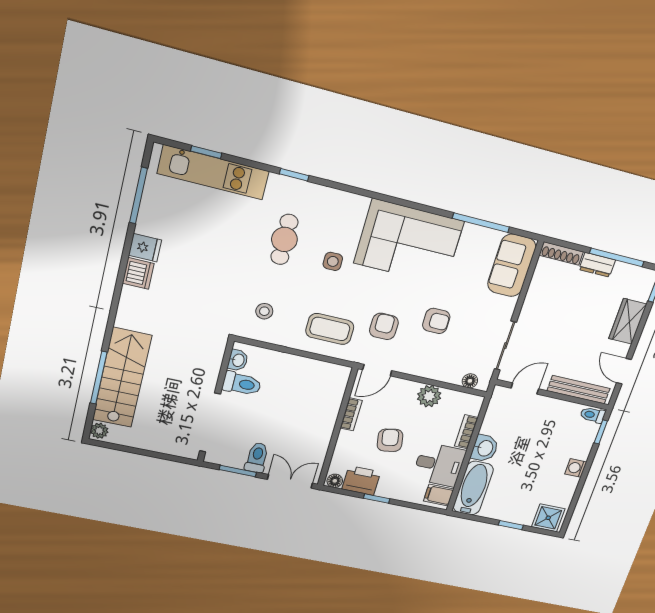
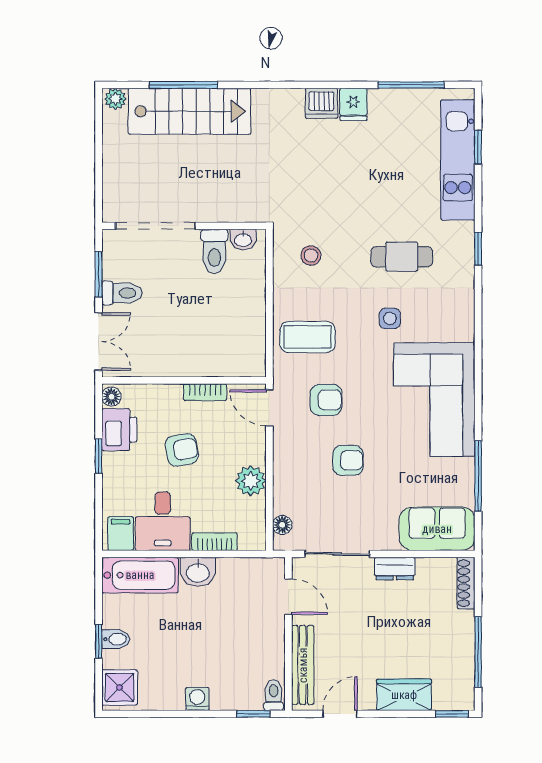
dresser: (597, 265) -> (395, 569), moved, turned -90
armchair: (436, 321) -> (348, 460), turned -90
coffee table: (330, 329) -> (308, 337), turned 90
bidet: (513, 514) -> (116, 639), added

